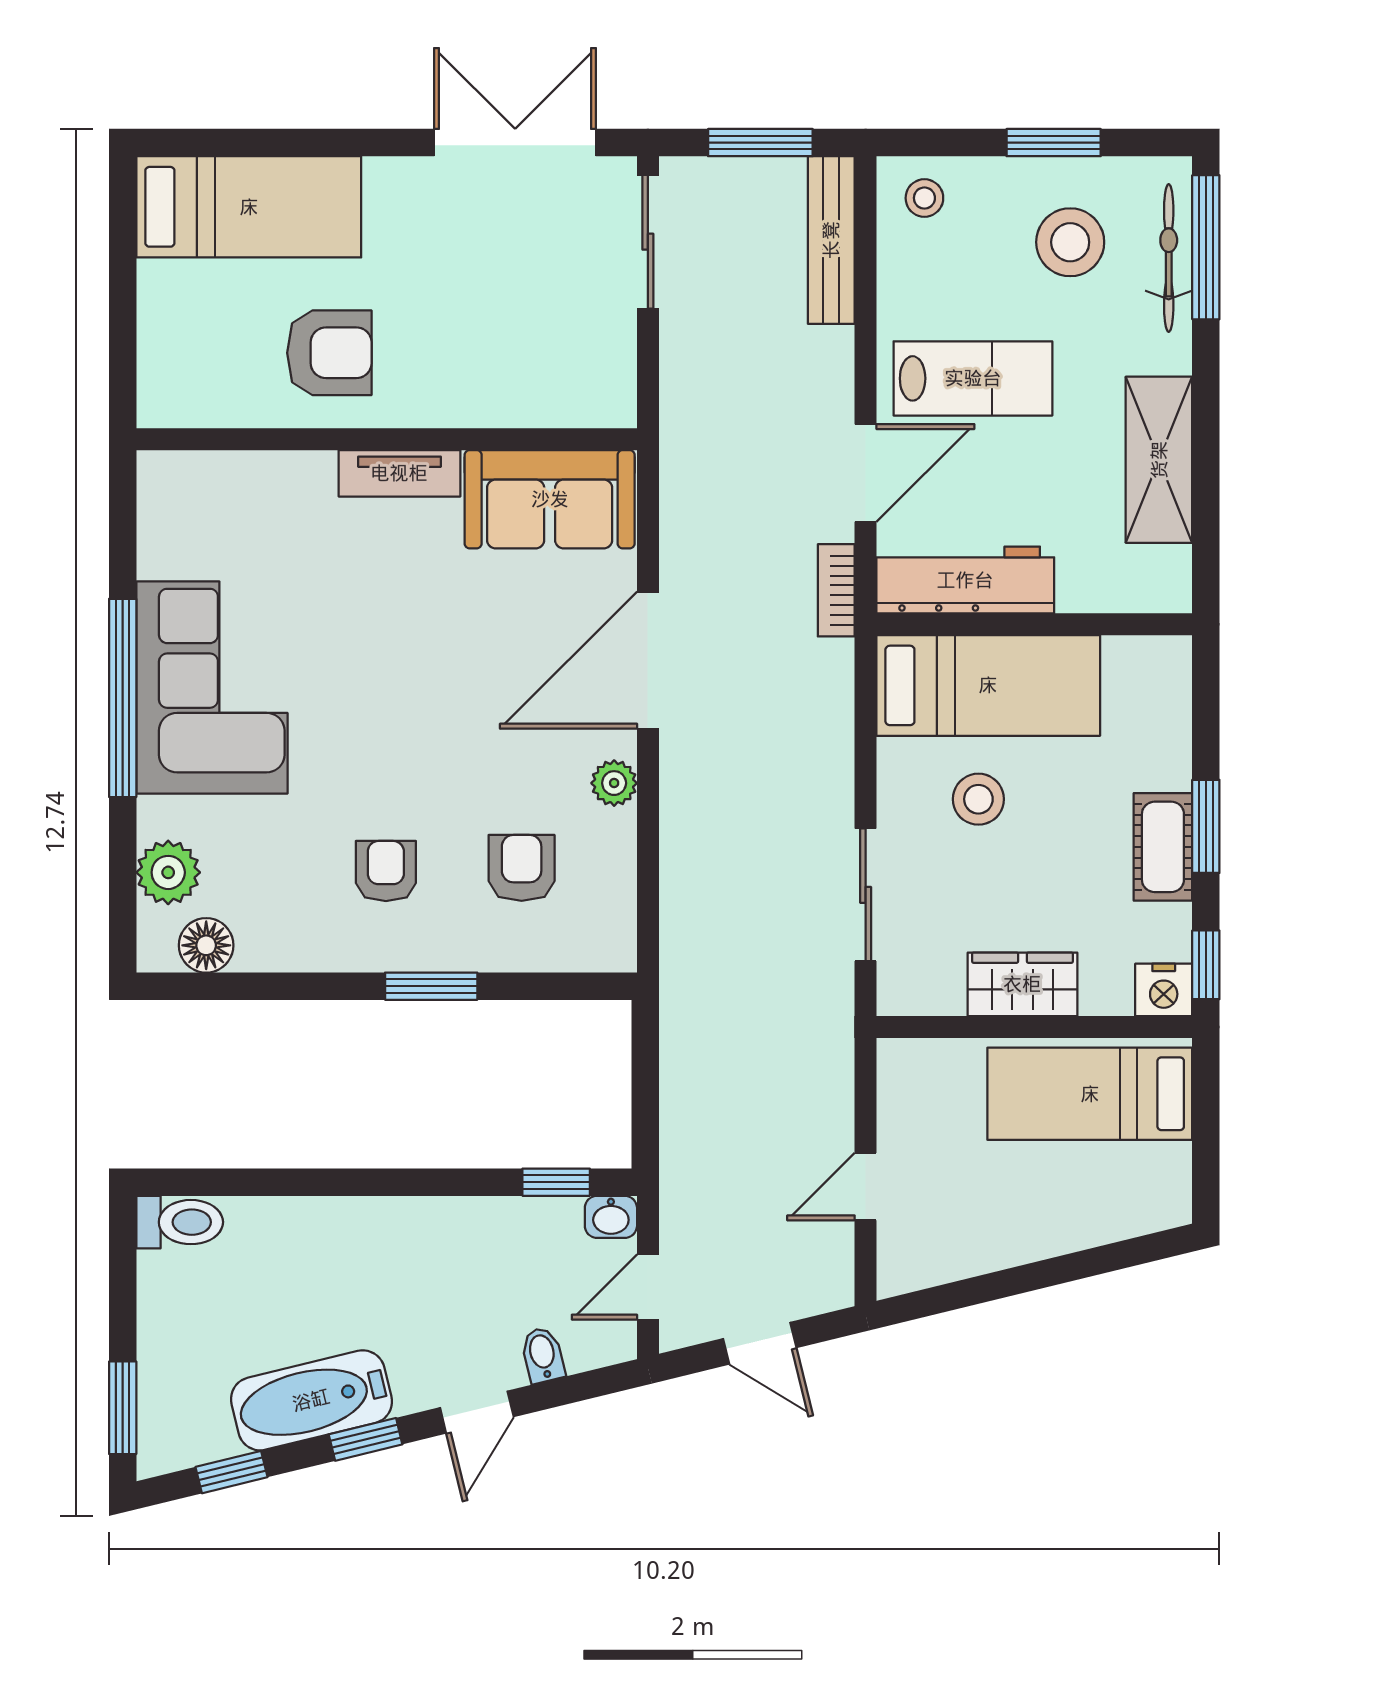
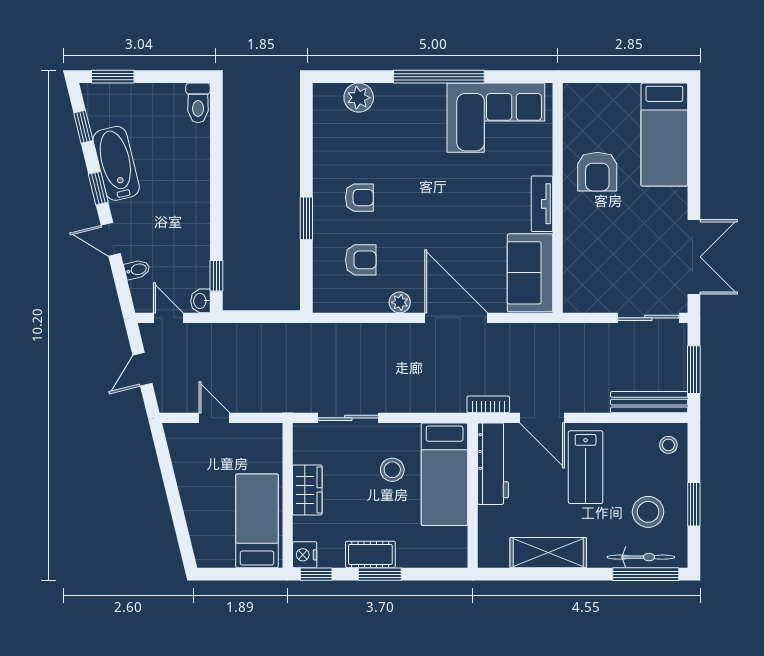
corner sofa: (212, 688) -> (496, 118), moved
floor lamp: (206, 945) -> (325, 115), removed

